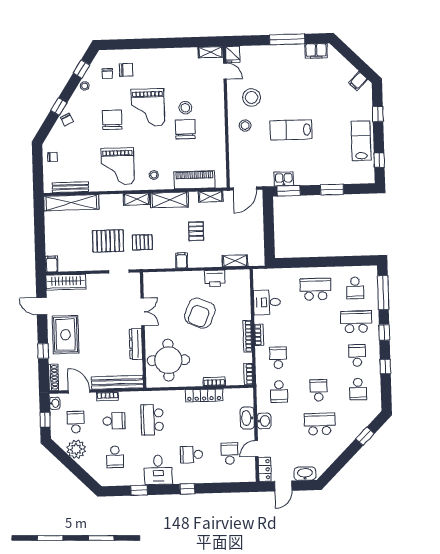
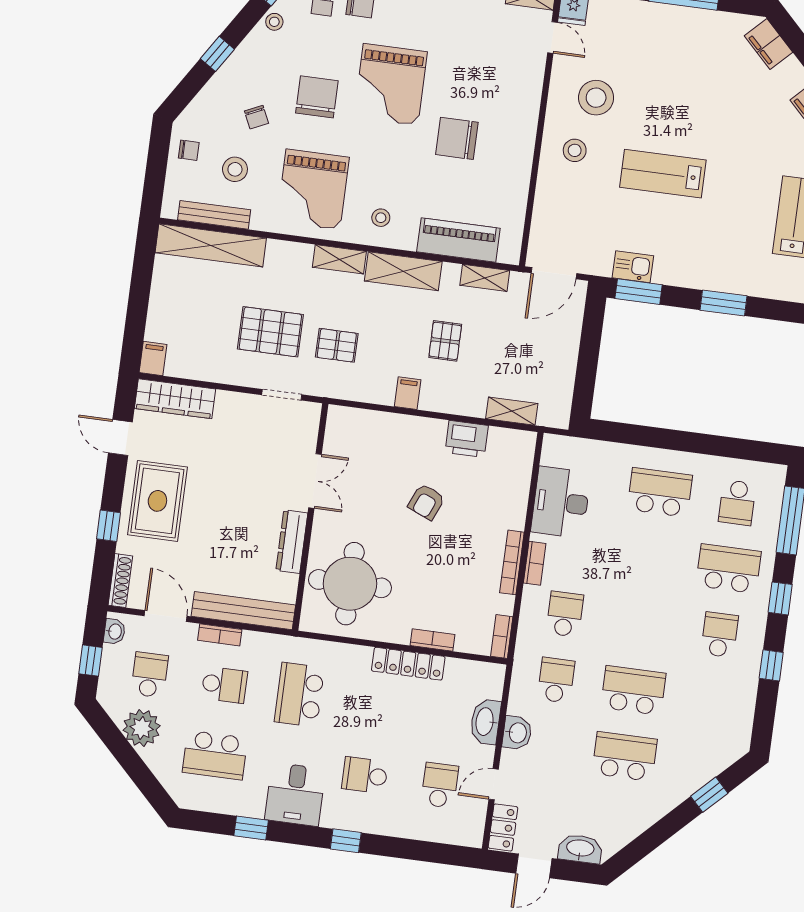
filing cabinet: (316, 51) -> (768, 44), moved, turned 45
stool: (185, 108) -> (235, 169), moved
chair: (67, 120) -> (256, 117), moved
chair: (185, 129) -> (457, 138), turned -90
desk: (267, 302) -> (561, 502), width x1.37
armchair: (200, 313) -> (426, 502), width x0.53, depth x0.53
school desk: (358, 389) -> (711, 701), removed
school desk: (319, 390) -> (633, 690), width x1.85
school desk: (279, 391) -> (556, 680), turned 180
school desk: (115, 457) -> (215, 755), width x1.85

